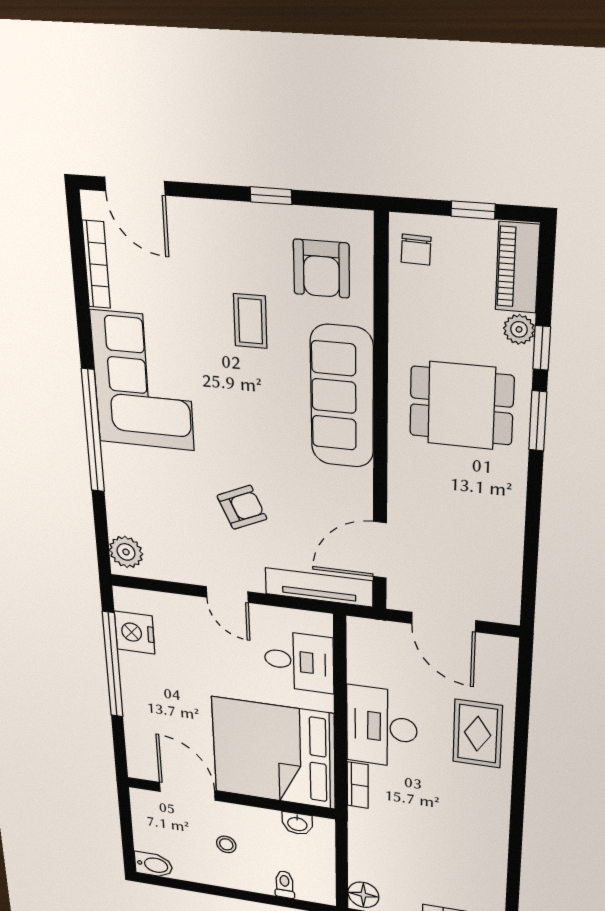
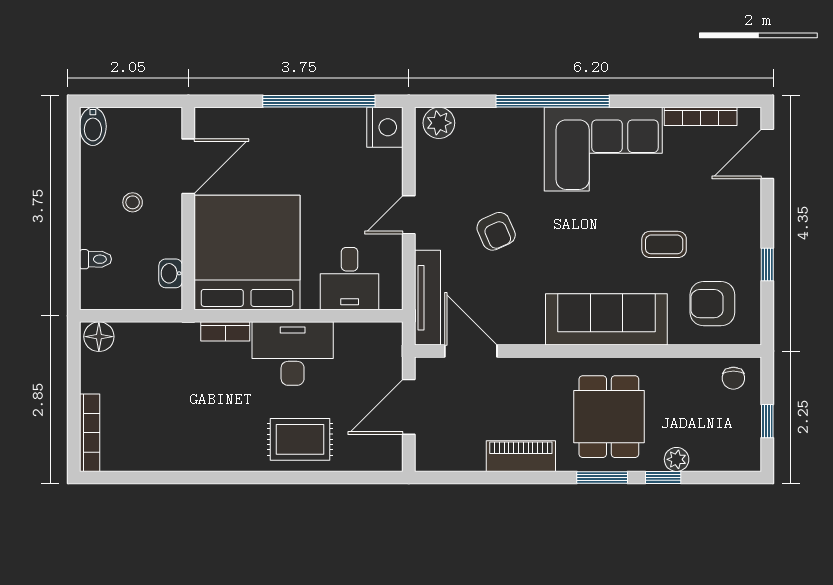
chair: (416, 250) -> (733, 378), turned -92
piano: (517, 267) -> (521, 456), moved
nightstand: (135, 633) -> (385, 127), moved, turned 90

